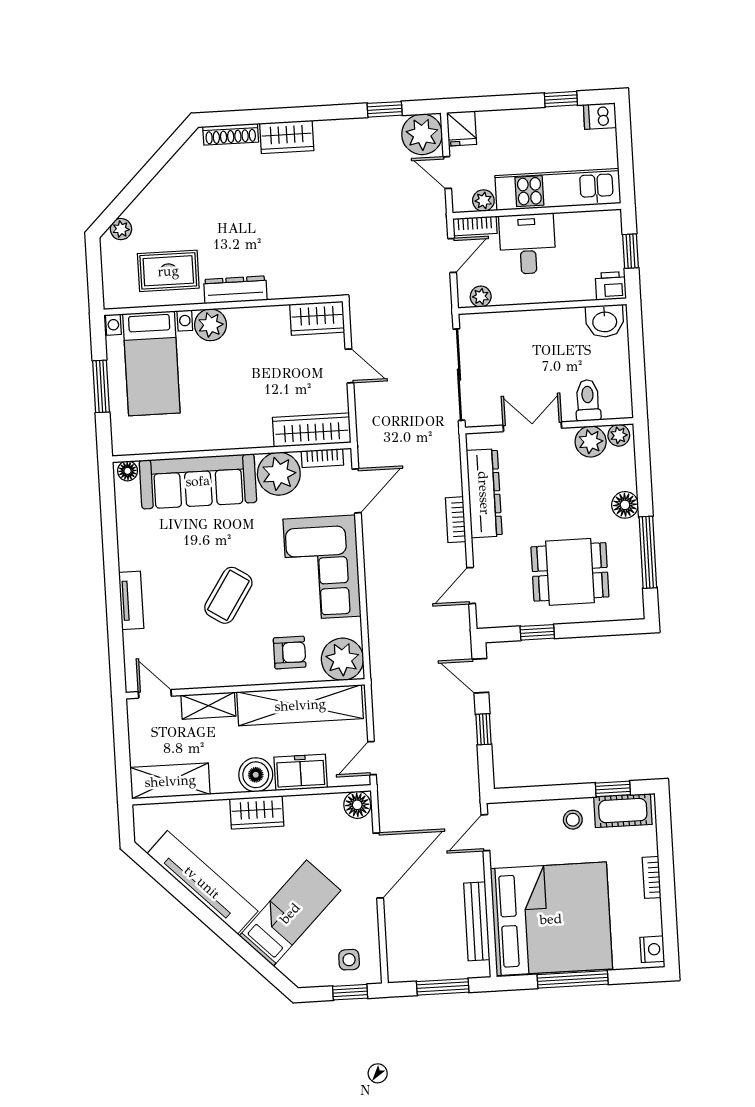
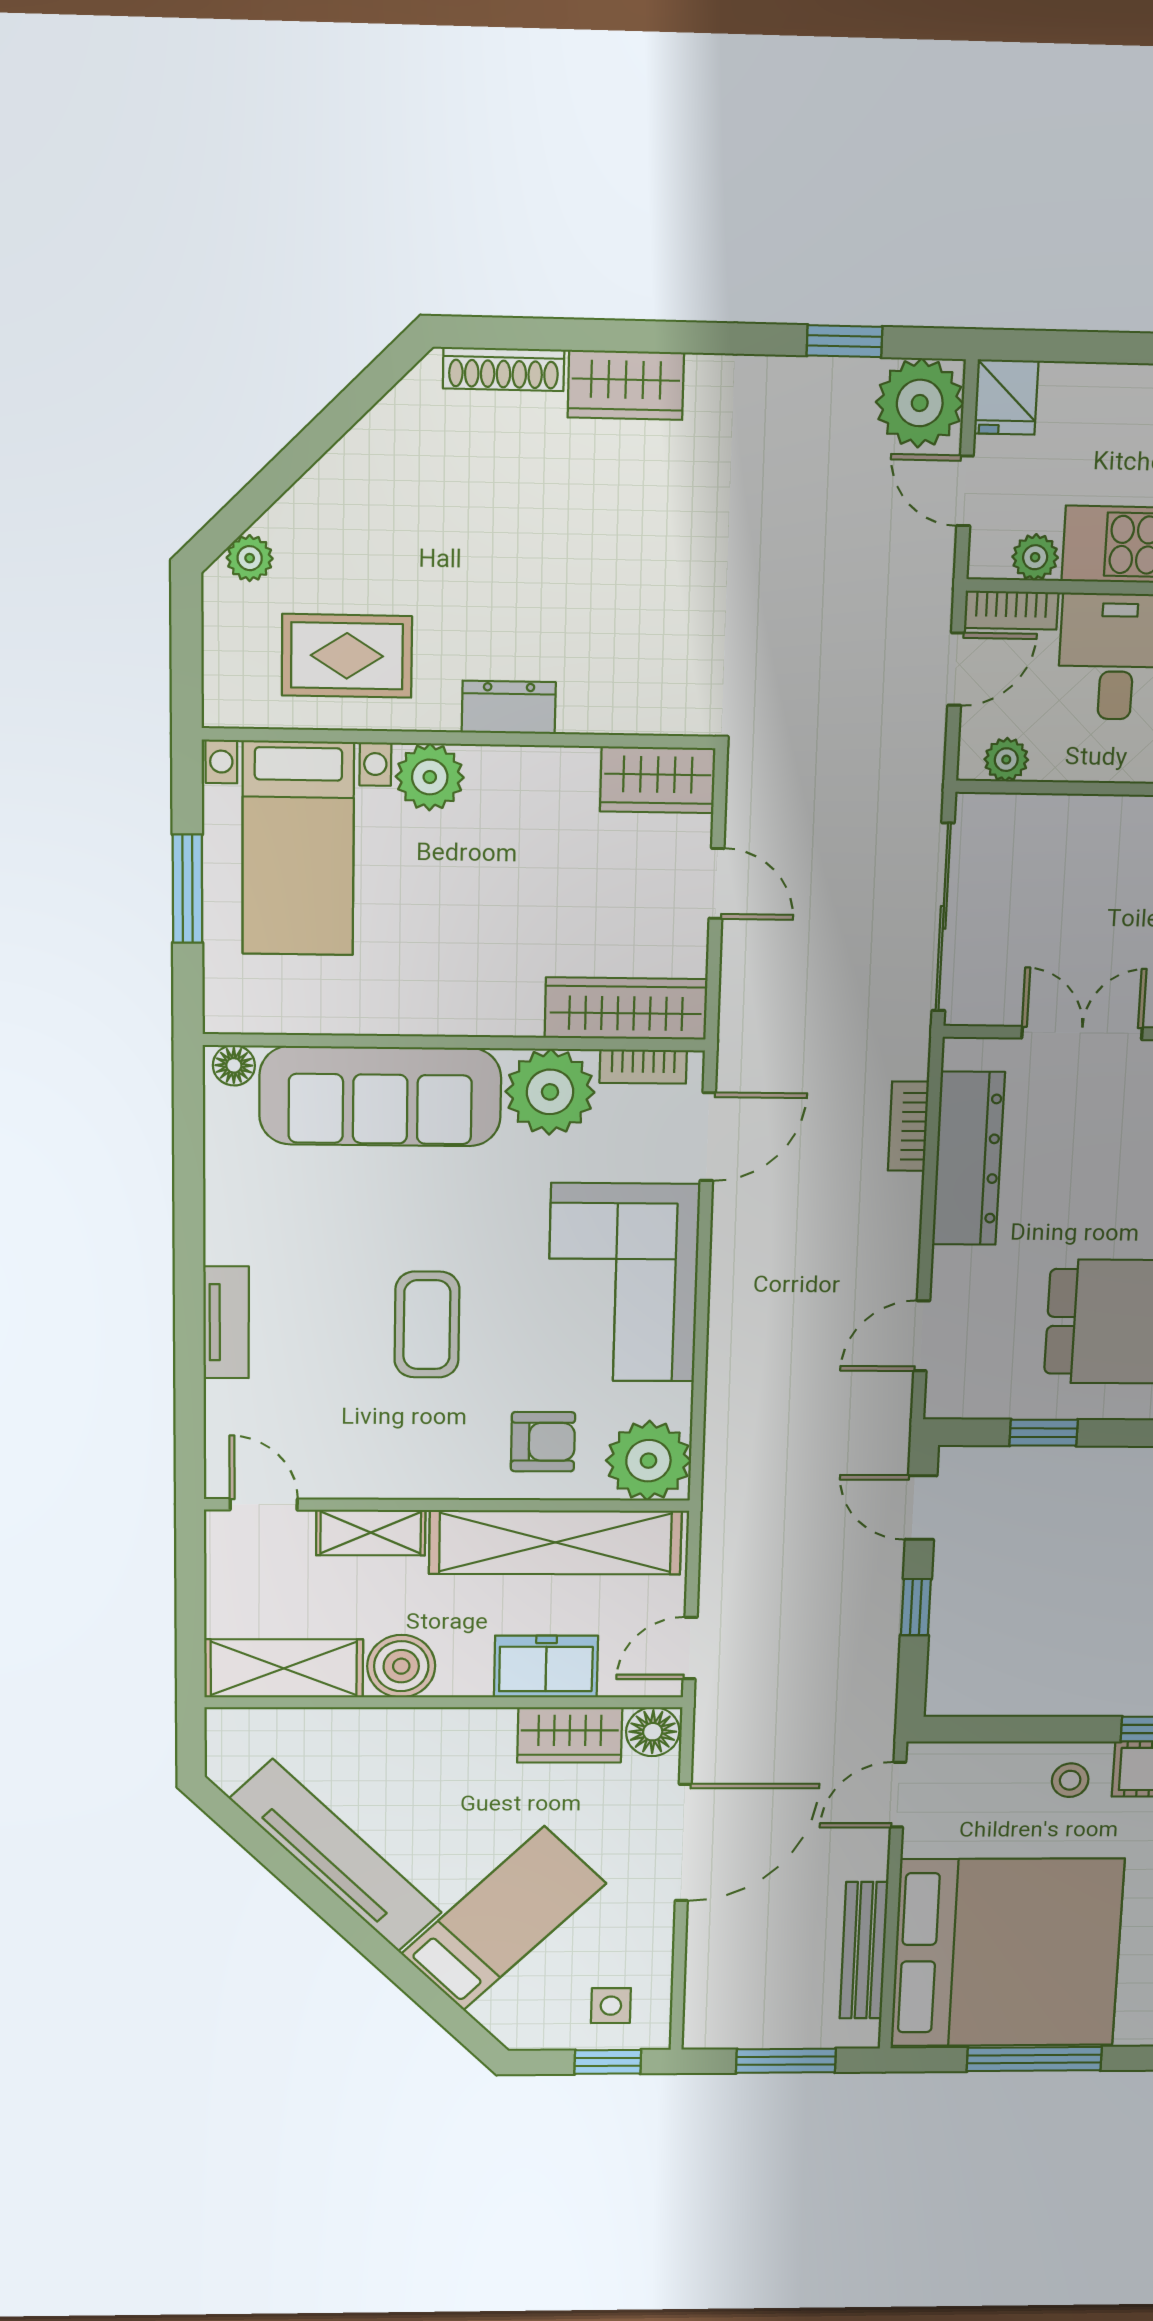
dresser: (235, 290) -> (509, 707), width x0.70
bookcase: (456, 520) -> (908, 1126), moved
coffee table: (228, 595) -> (427, 1325), turned -33
boiler: (256, 775) -> (401, 1666), moved
wardrobe: (257, 812) -> (570, 1735), moved

